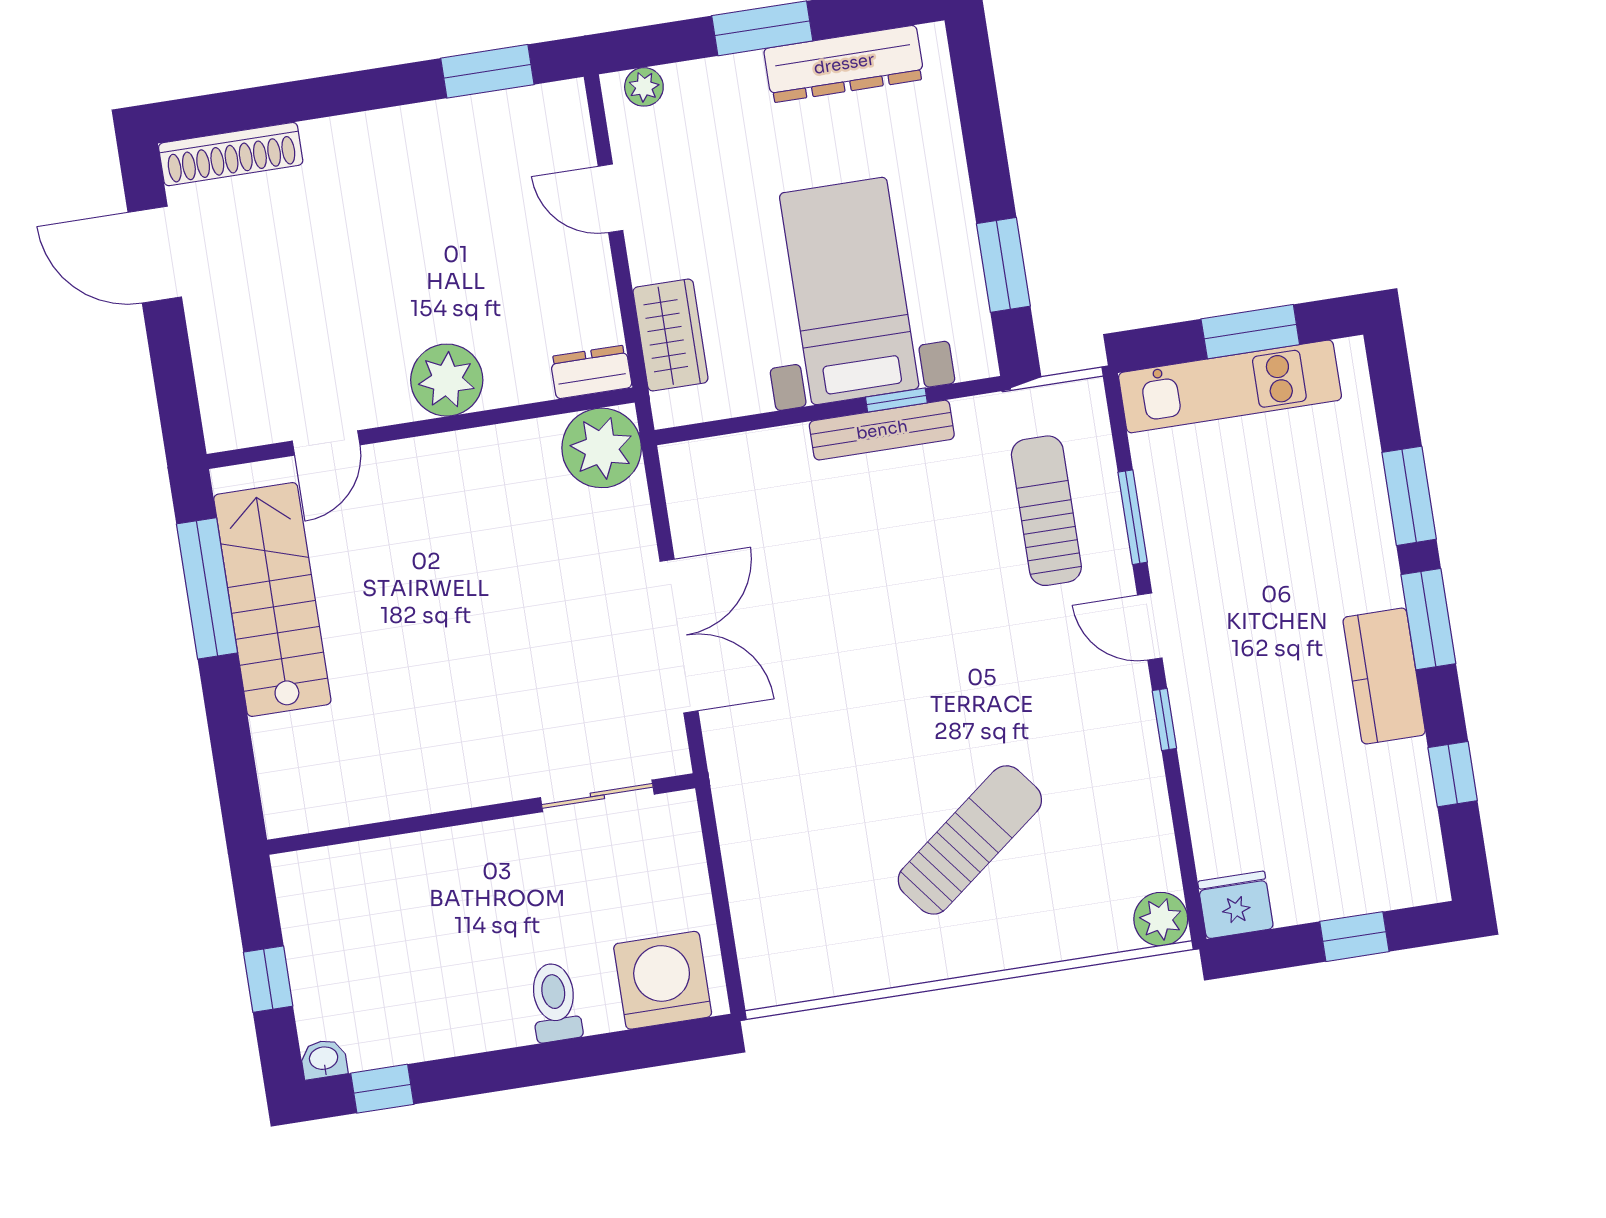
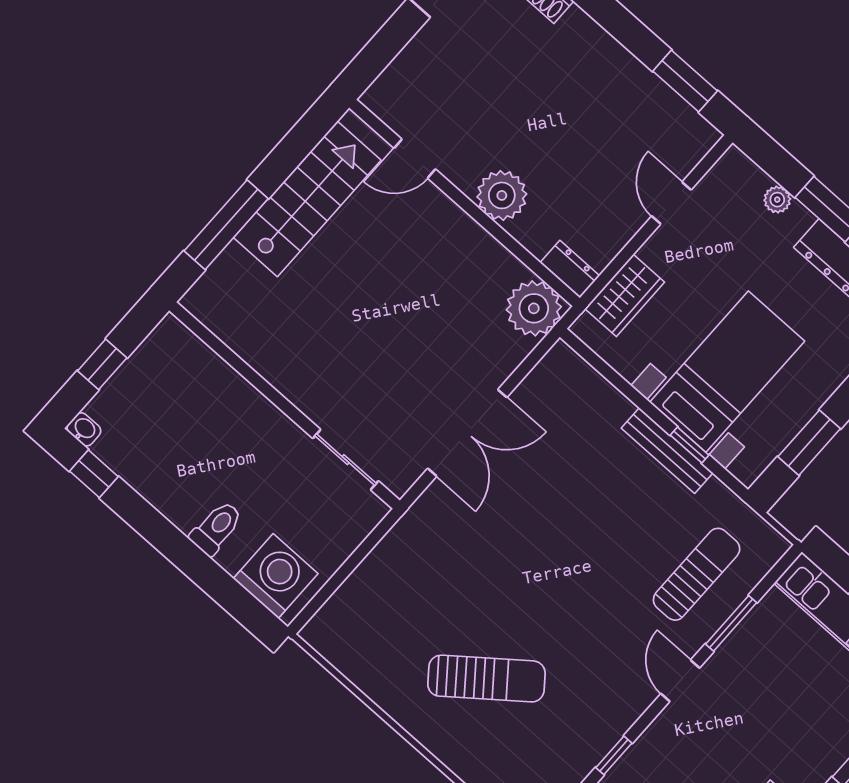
plant: (644, 87) -> (777, 200), moved
window: (207, 588) -> (226, 225), moved
window: (1164, 720) -> (614, 755), moved

